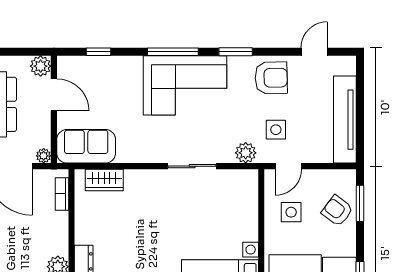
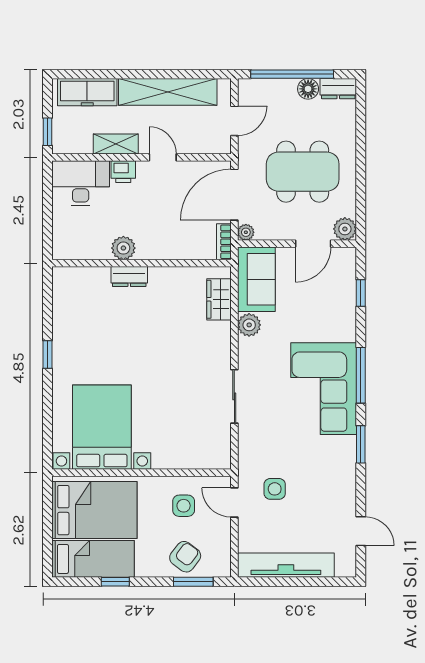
armchair: (271, 78) -> (332, 484), removed
plant: (246, 153) -> (249, 325), moved
bookcase: (62, 194) -> (224, 242), moved, turned -90

